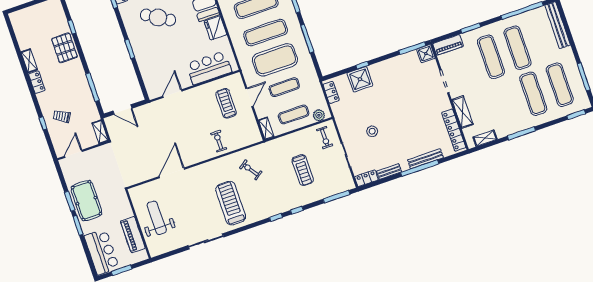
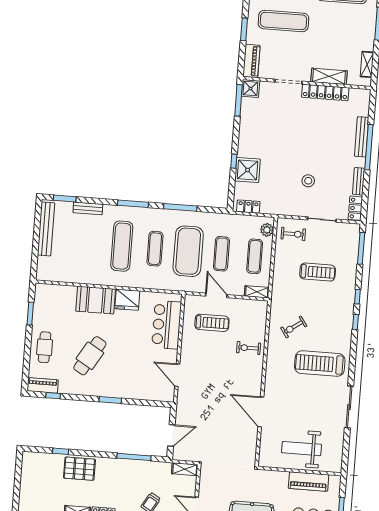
exercise mat: (266, 33) -> (155, 249), width x0.73, depth x0.69
treadmill: (226, 103) -> (212, 323), turned 180
locker: (454, 130) -> (325, 92), moved

